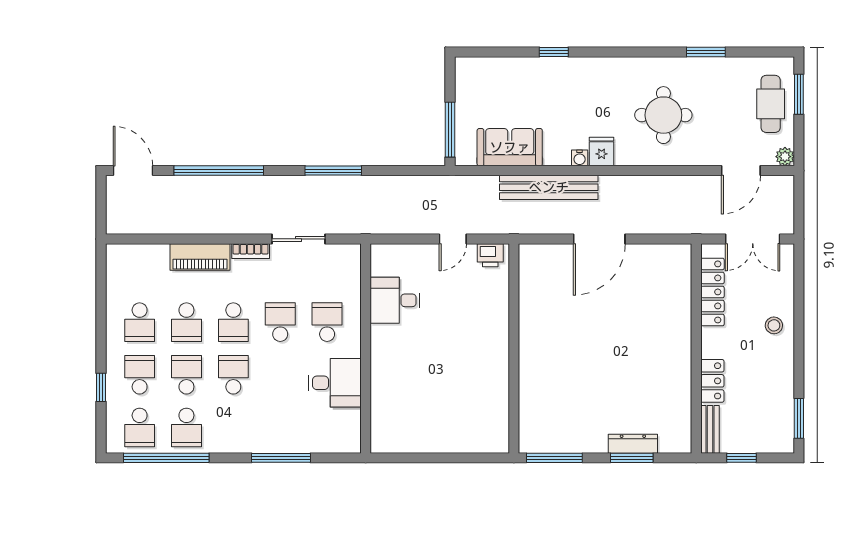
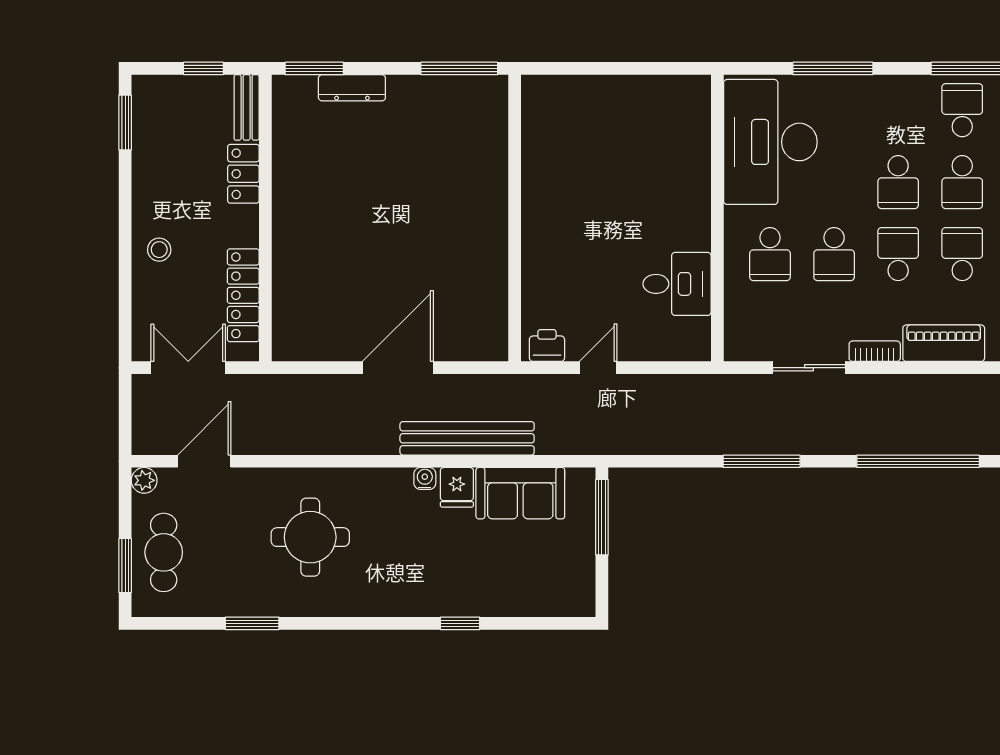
fridge: (602, 152) -> (457, 487), moved
desk: (335, 383) -> (770, 142), width x1.87, depth x1.30
window: (632, 458) -> (314, 68), moved

